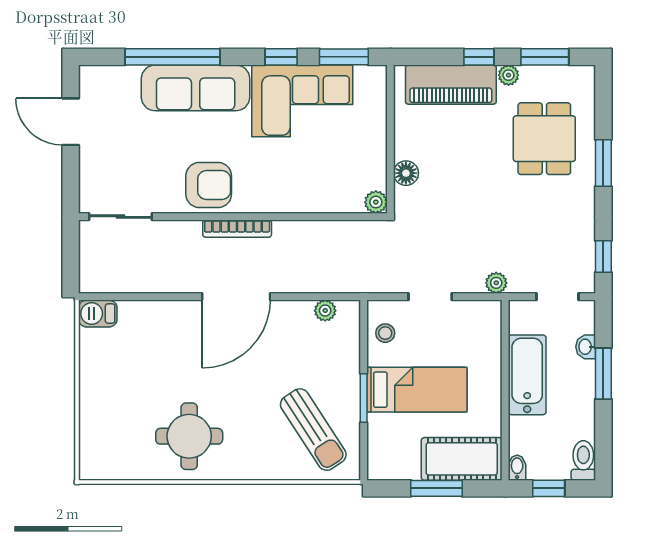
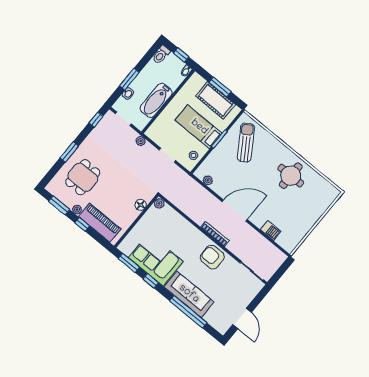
barbecue: (98, 313) -> (271, 231), moved
cot: (462, 459) -> (215, 100), moved

